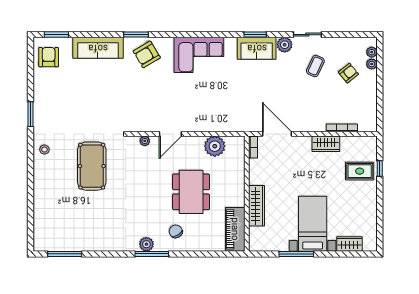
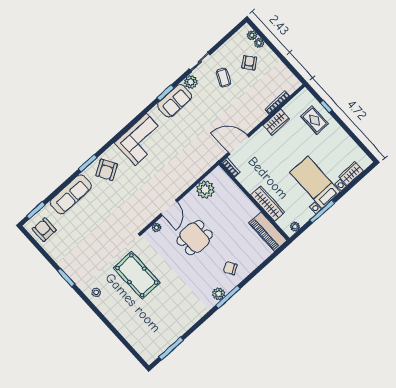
rug: (360, 171) -> (315, 120), turned 90
dining table: (191, 192) -> (195, 238), moved, width x0.73
plant: (262, 246) -> (295, 227), added

